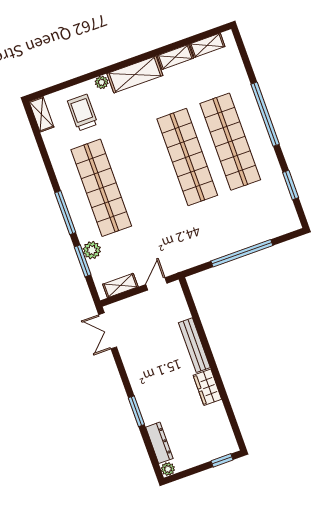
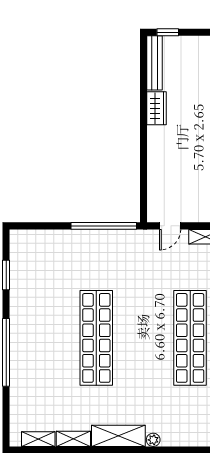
trolley: (83, 113) -> (182, 417), removed
shop shelf: (230, 142) -> (49, 338), removed
window: (242, 253) -> (104, 226), moved
bench: (194, 345) -> (155, 63), moved

